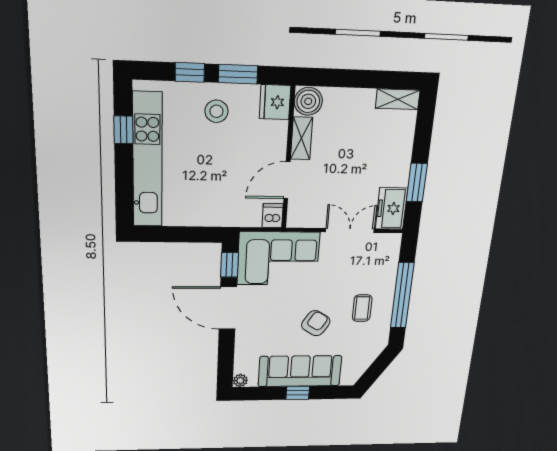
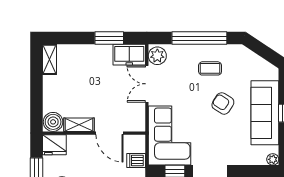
dishwasher: (273, 216) -> (136, 160), moved
plant: (386, 244) -> (157, 56), added

